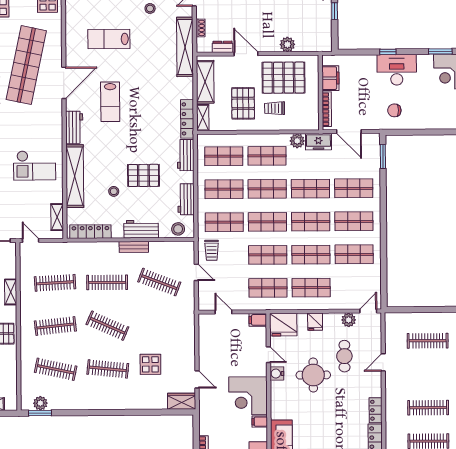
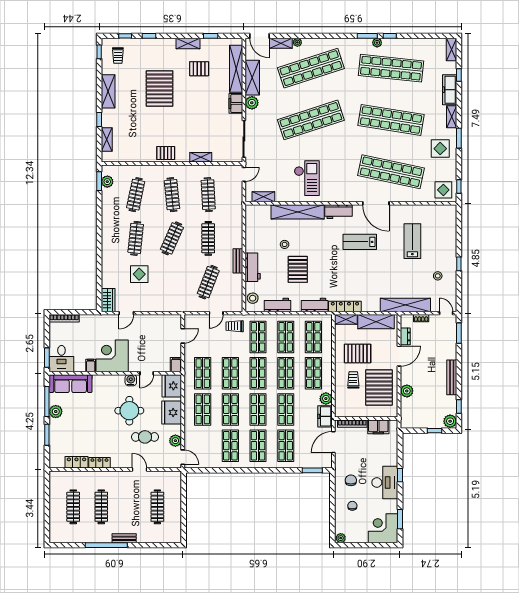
chair: (425, 108) -> (352, 506), added
checkout: (35, 165) -> (307, 178), turned 180
locker: (90, 232) -> (251, 225), removed
fridge: (315, 322) -> (172, 413), width x1.88, depth x1.34

